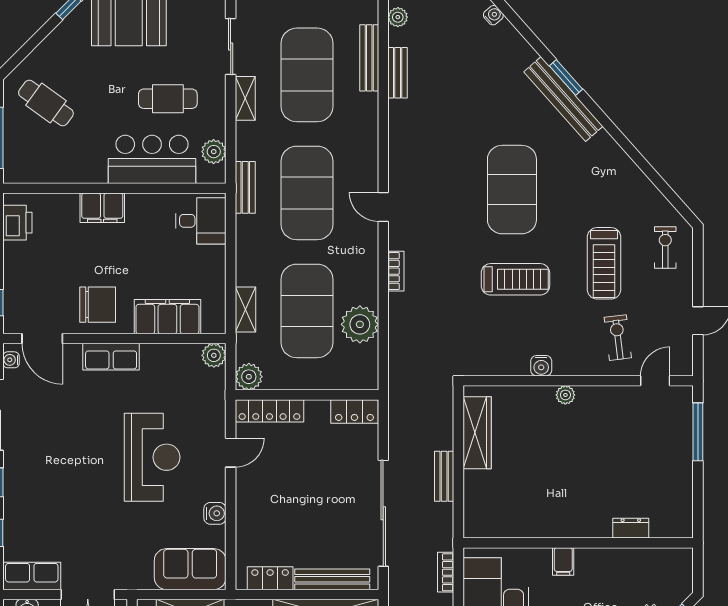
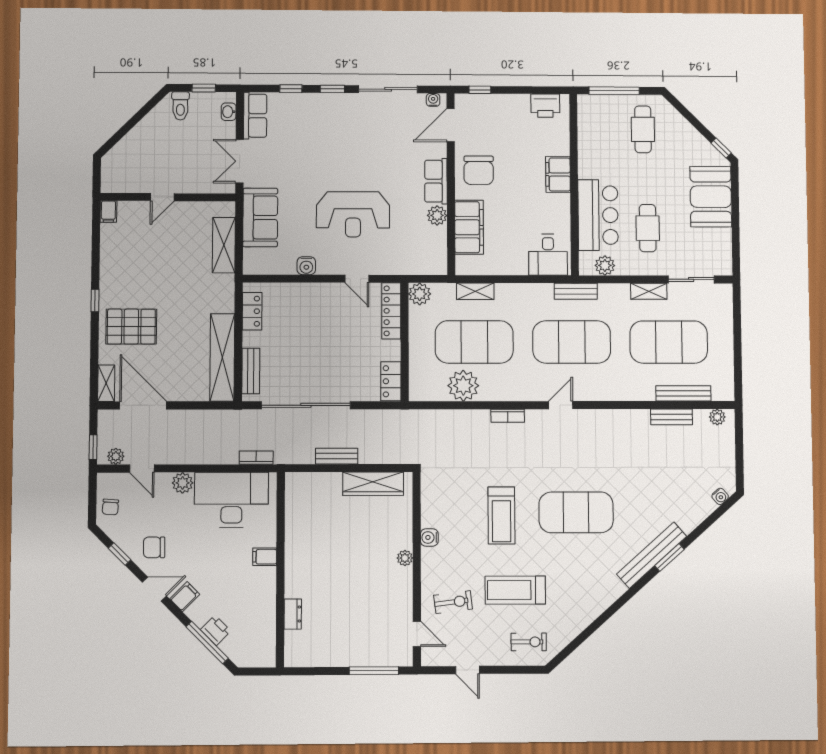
cafe table: (46, 103) -> (643, 129), turned -36
plant: (214, 355) -> (437, 215), moved
sofa: (190, 569) -> (260, 217), moved
bench: (332, 579) -> (251, 371), width x0.73

